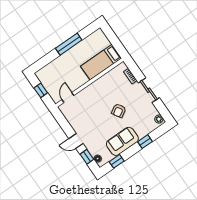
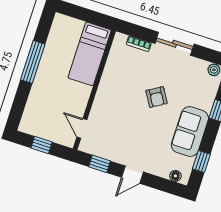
window: (87, 157) -> (99, 164), moved

